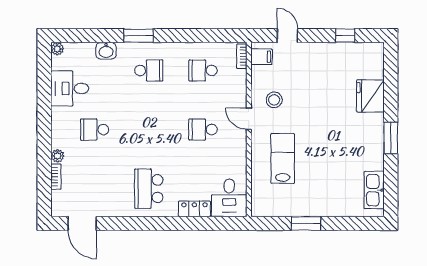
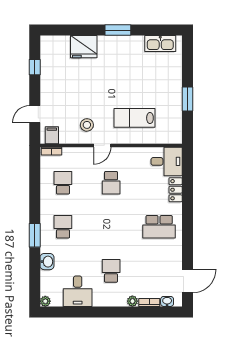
school desk: (203, 70) -> (63, 183), turned 180
school desk: (95, 130) -> (111, 271), turned 180
washbasin: (57, 198) -> (167, 301), added

